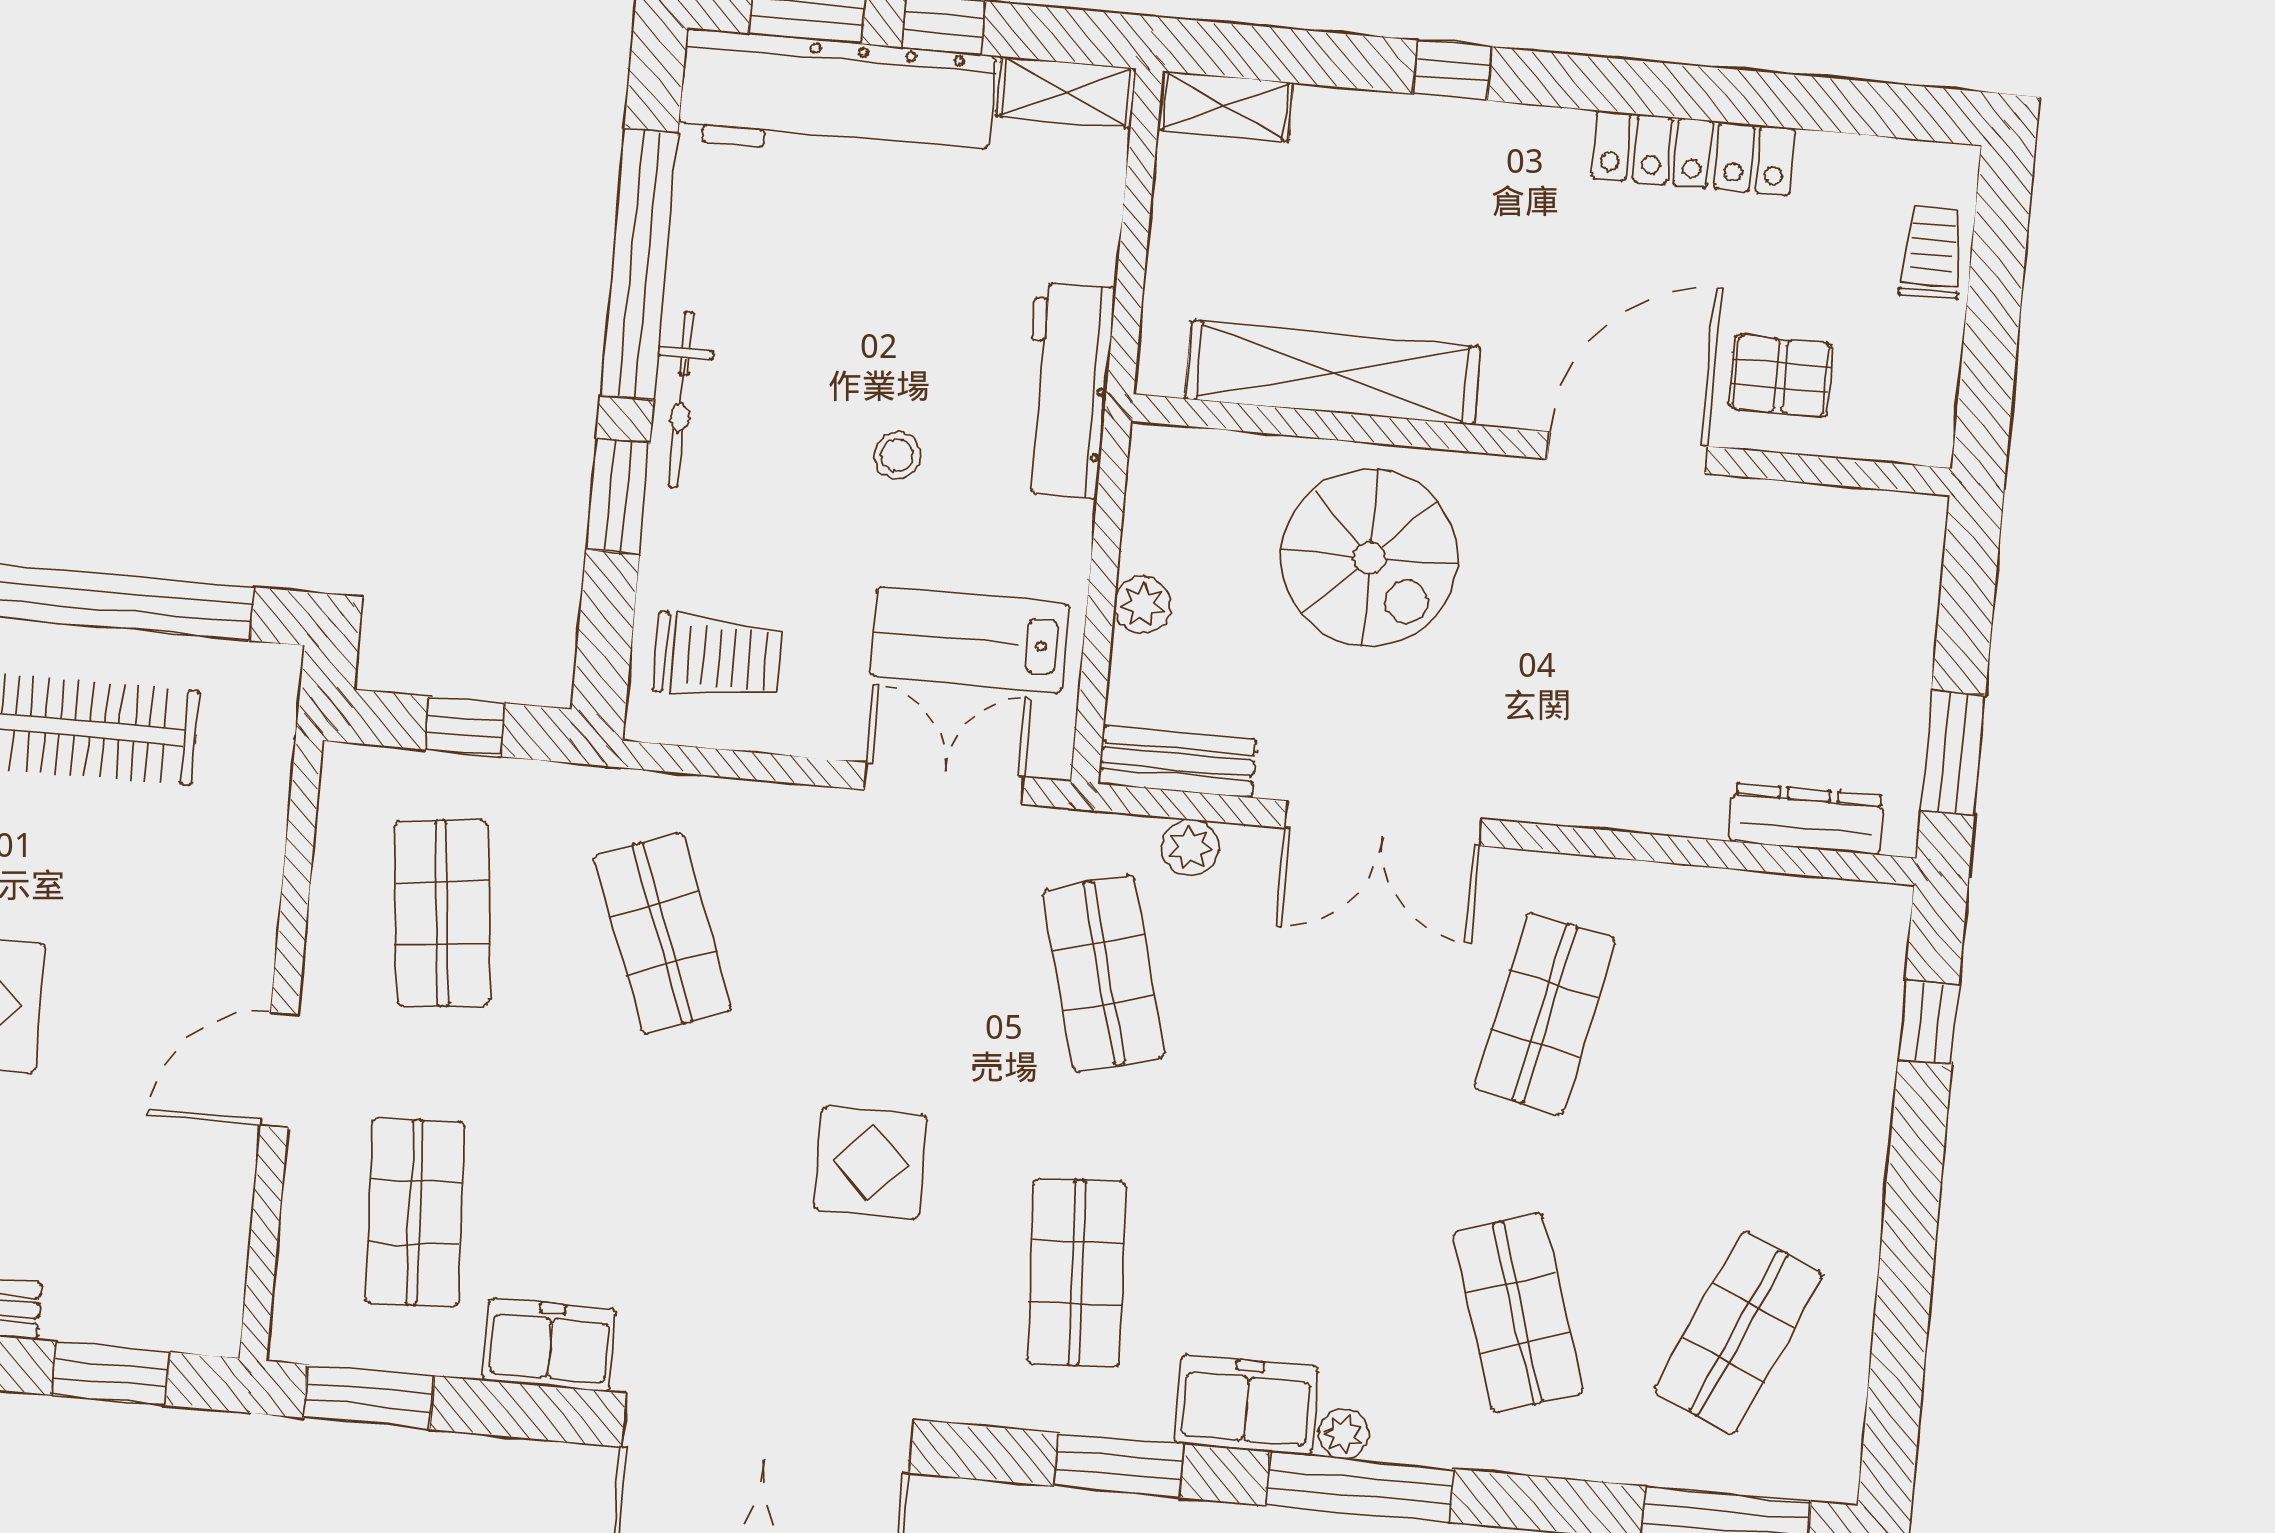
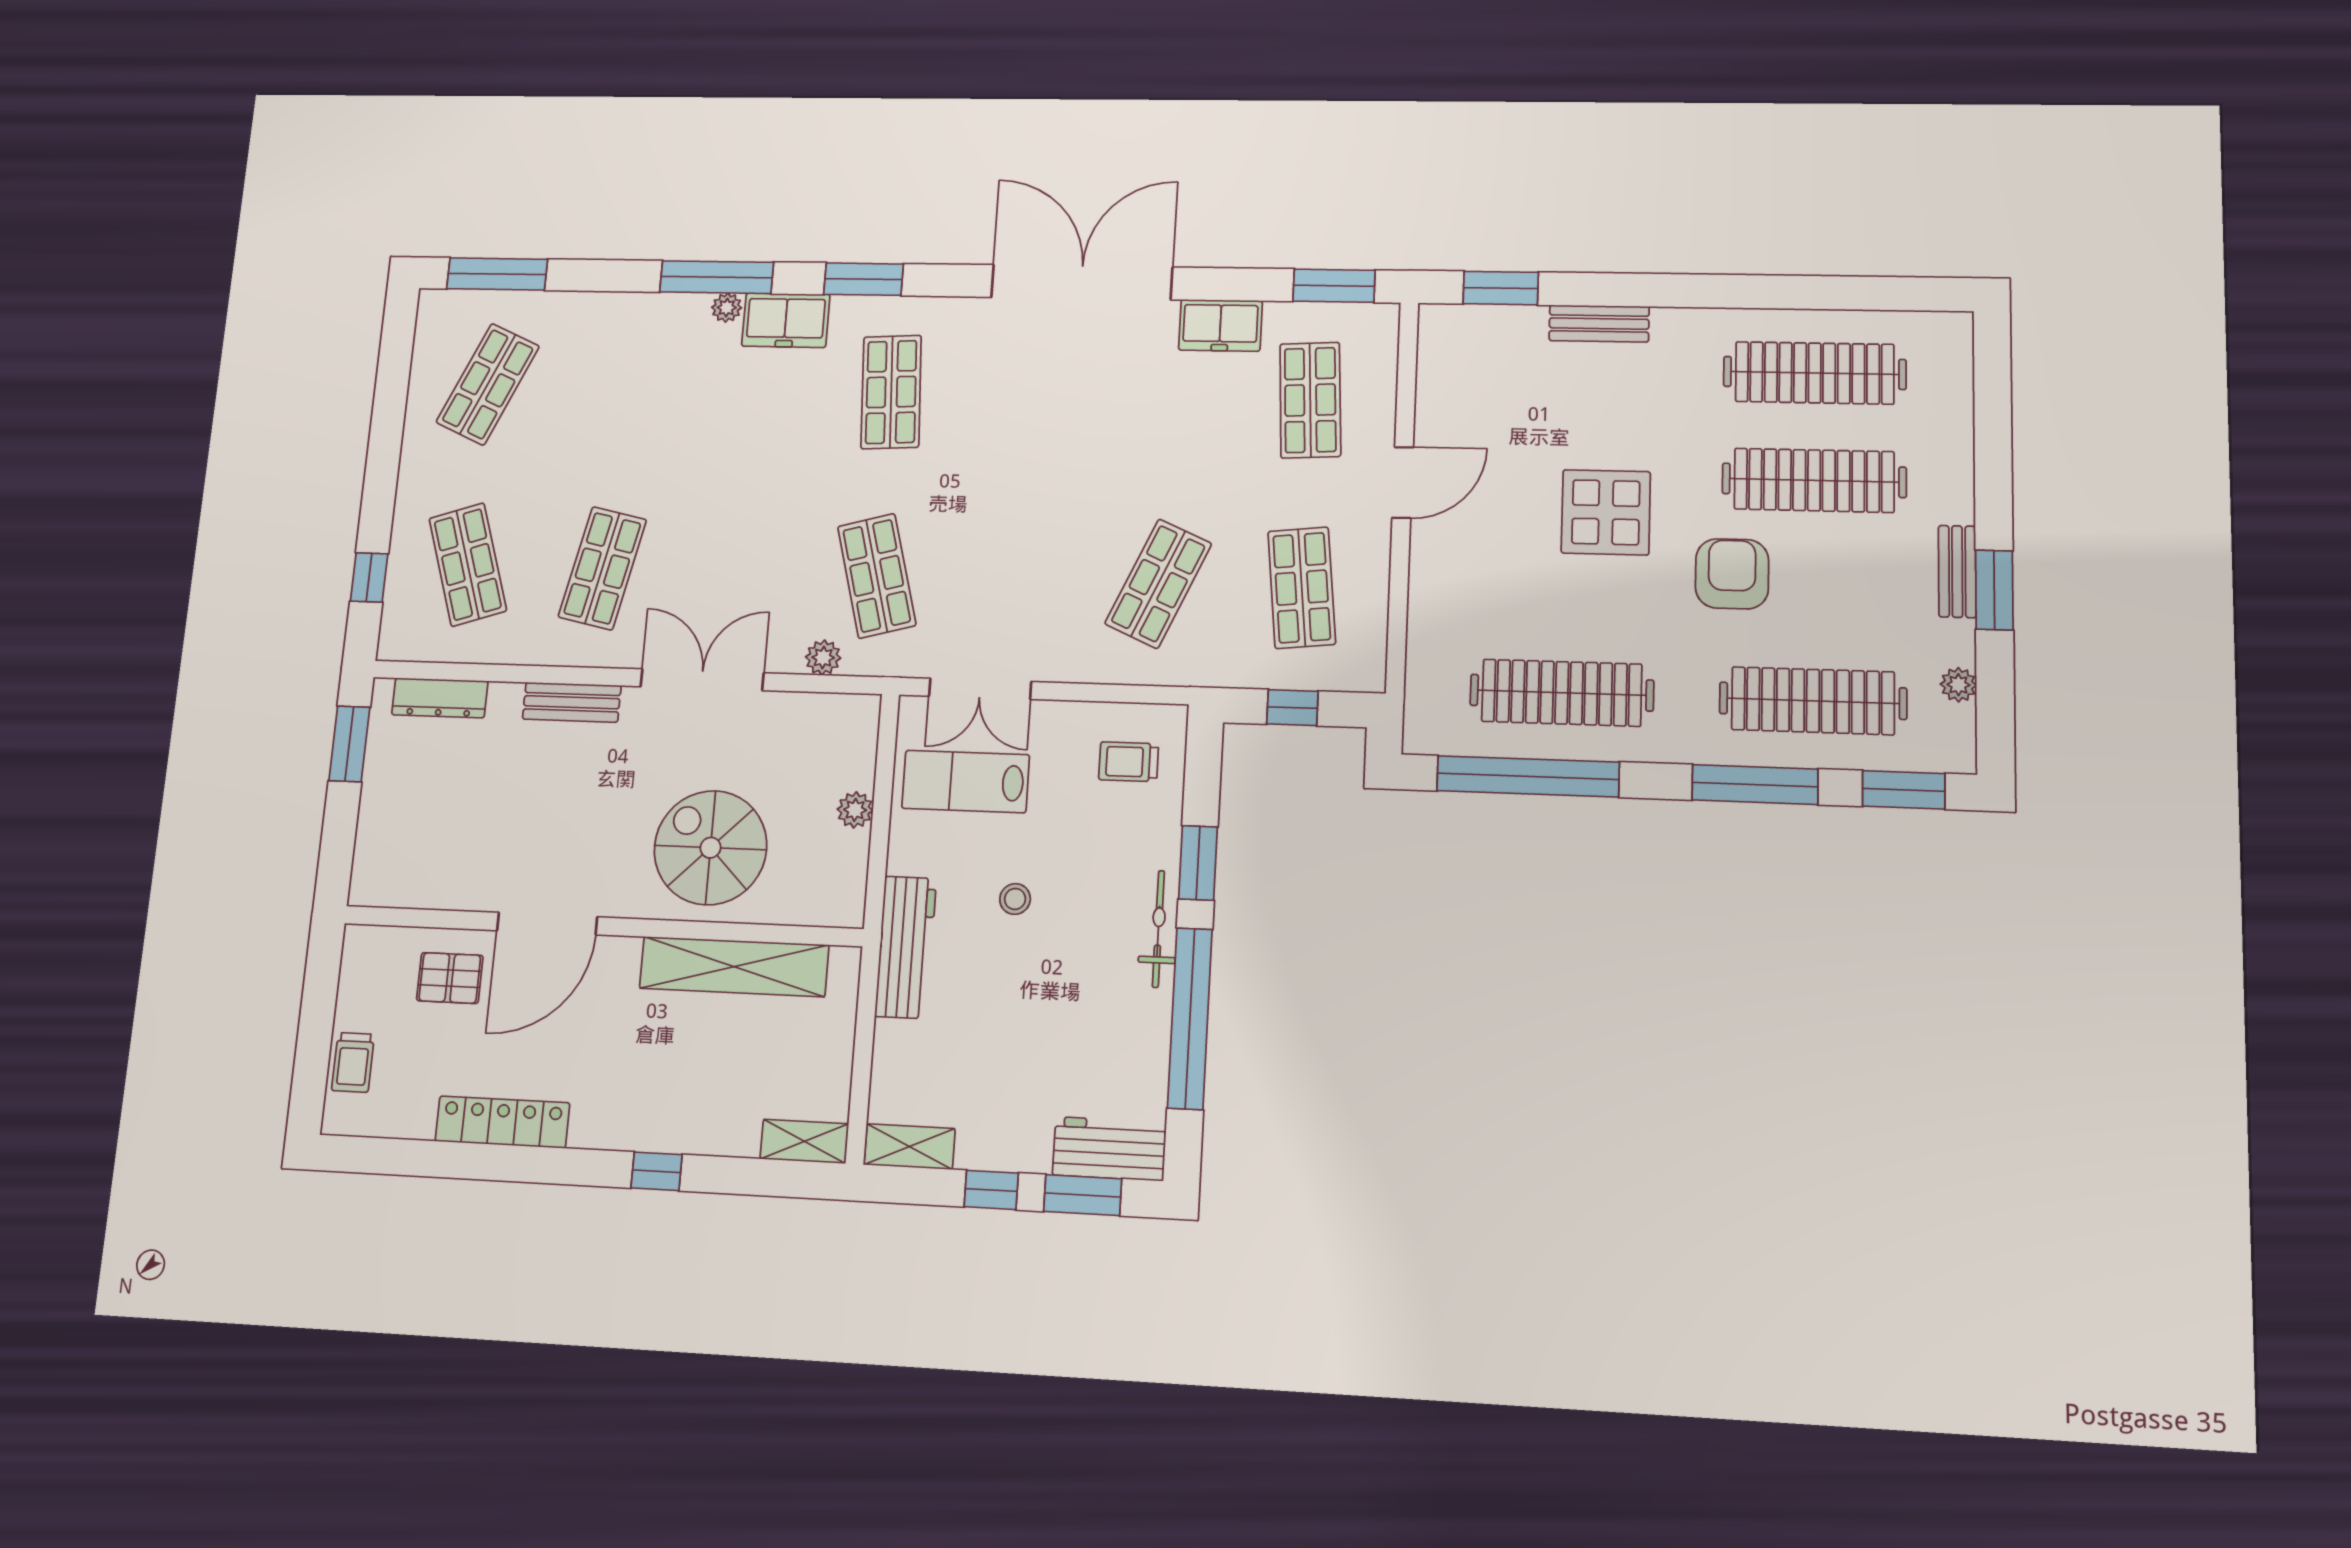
workbench: (836, 98) -> (1109, 1149), width x0.53, depth x0.76
lab bench: (970, 640) -> (966, 782), turned 180
trolley: (718, 657) -> (1129, 762), width x0.73, depth x0.72
bench: (1177, 762) -> (572, 702), moved
shop shelf: (663, 933) -> (1158, 584), turned 45
display table: (870, 1162) -> (1022, 450), removed
shop shelf: (1518, 1313) -> (468, 564), moved

